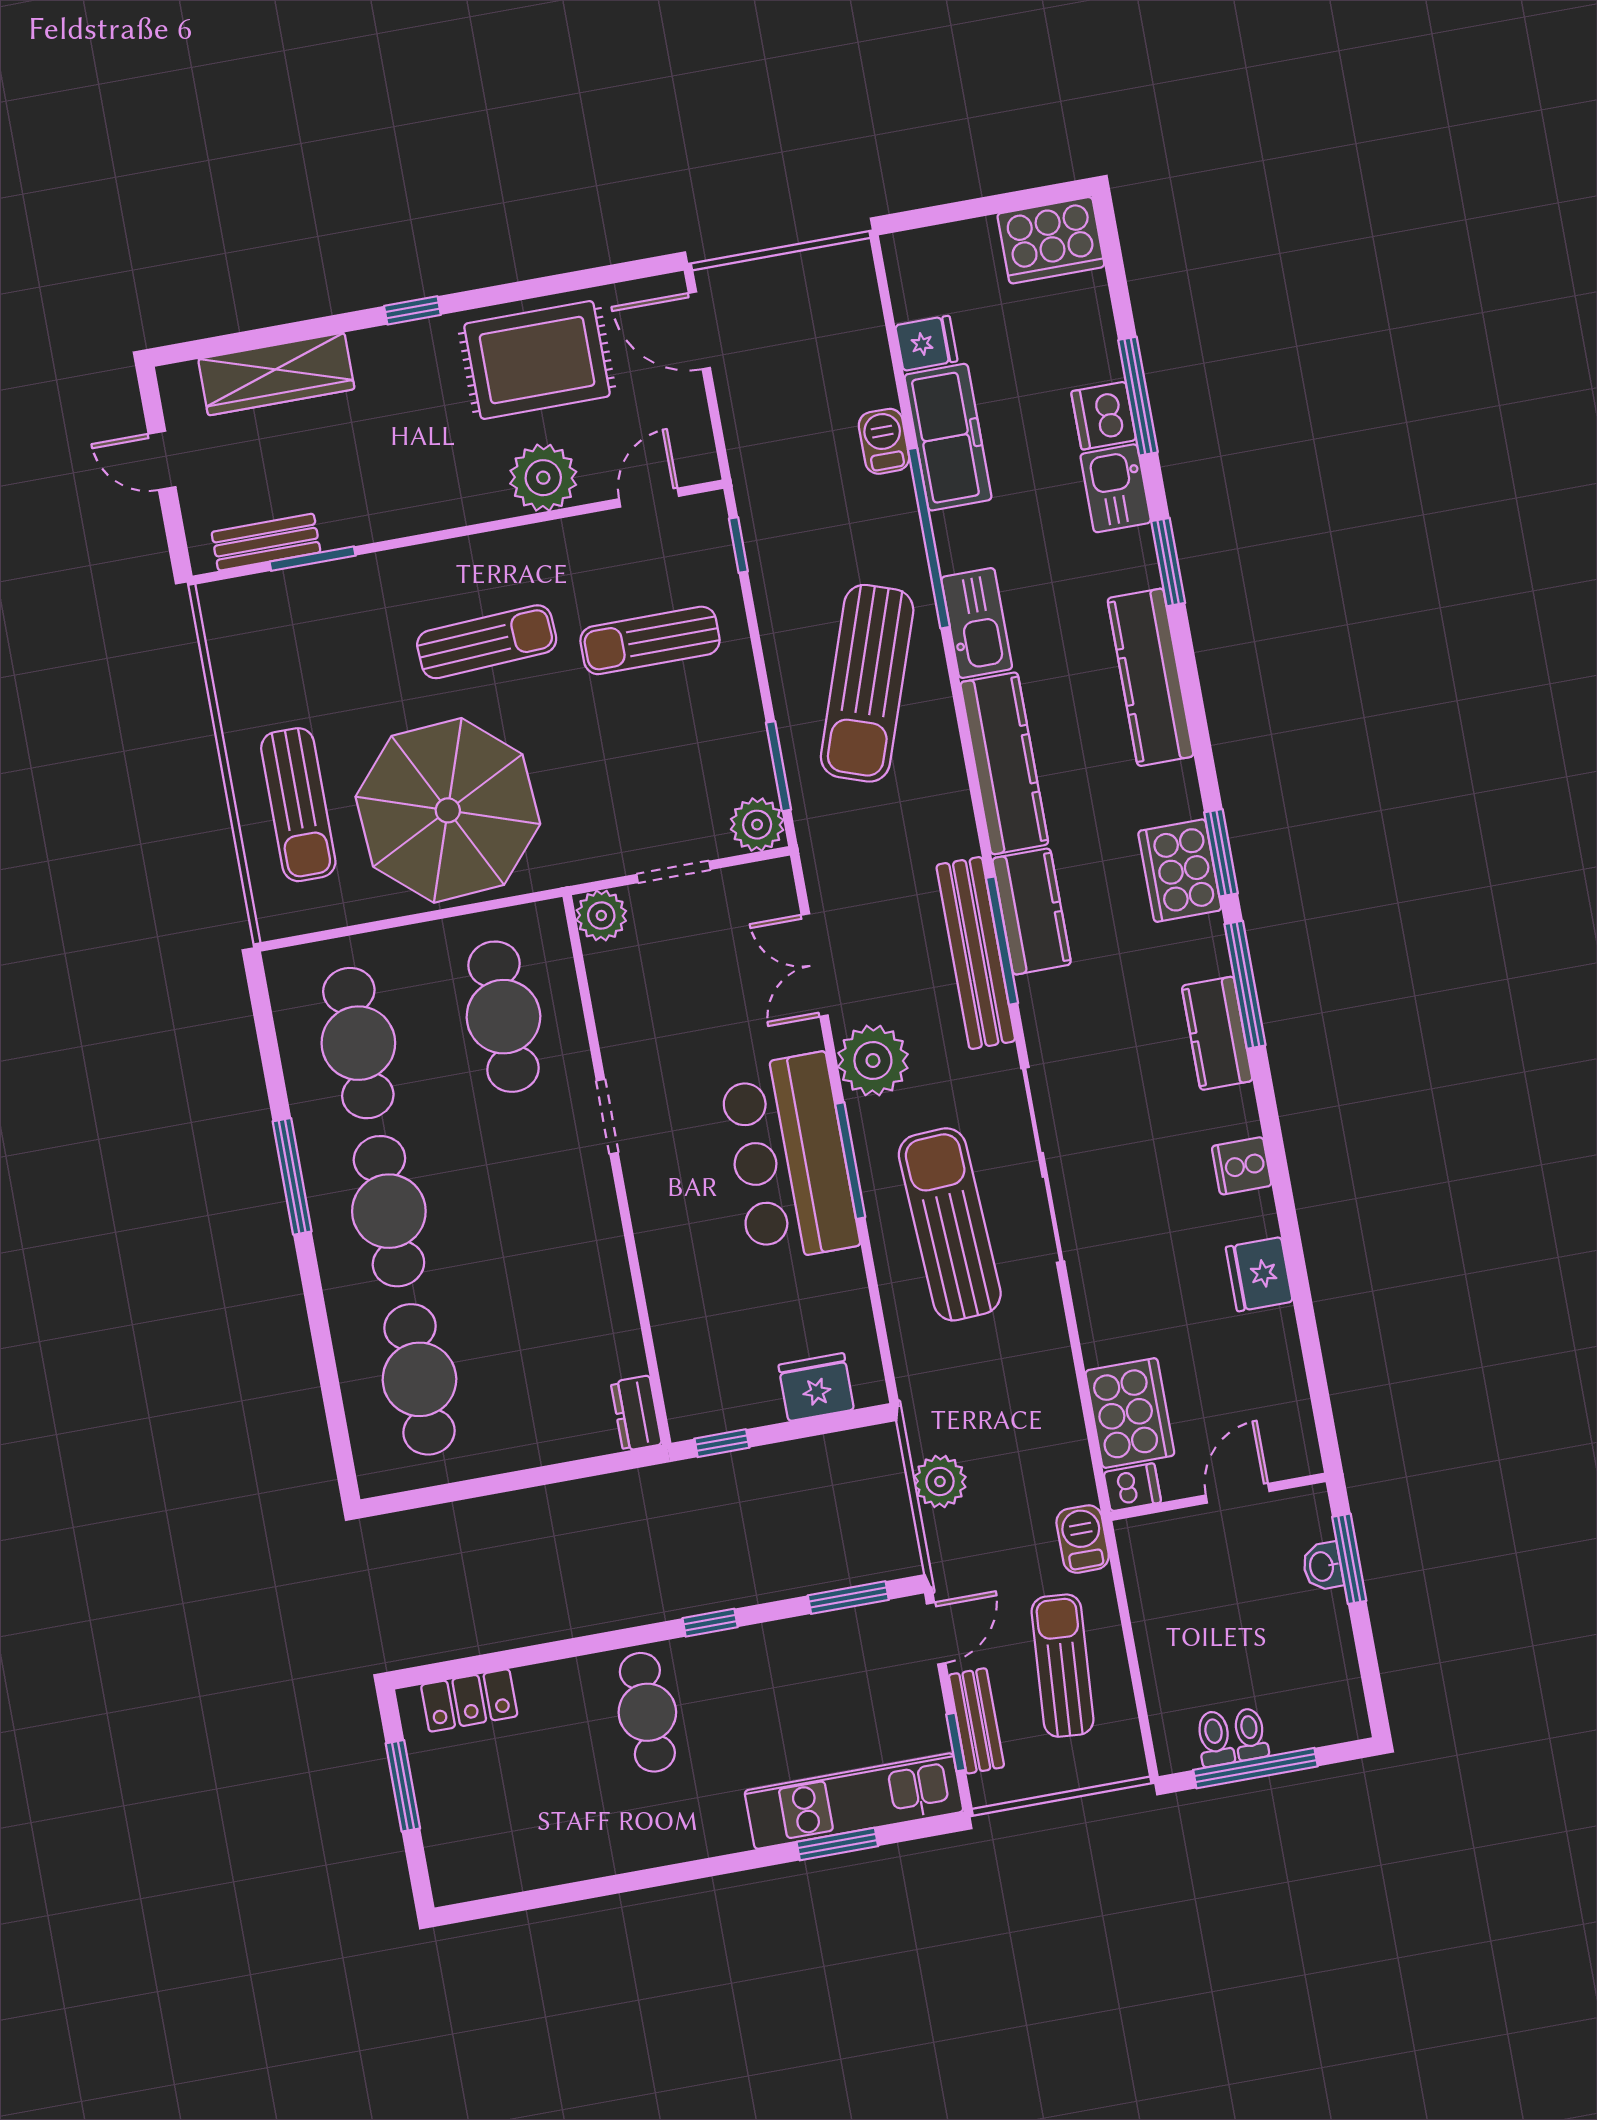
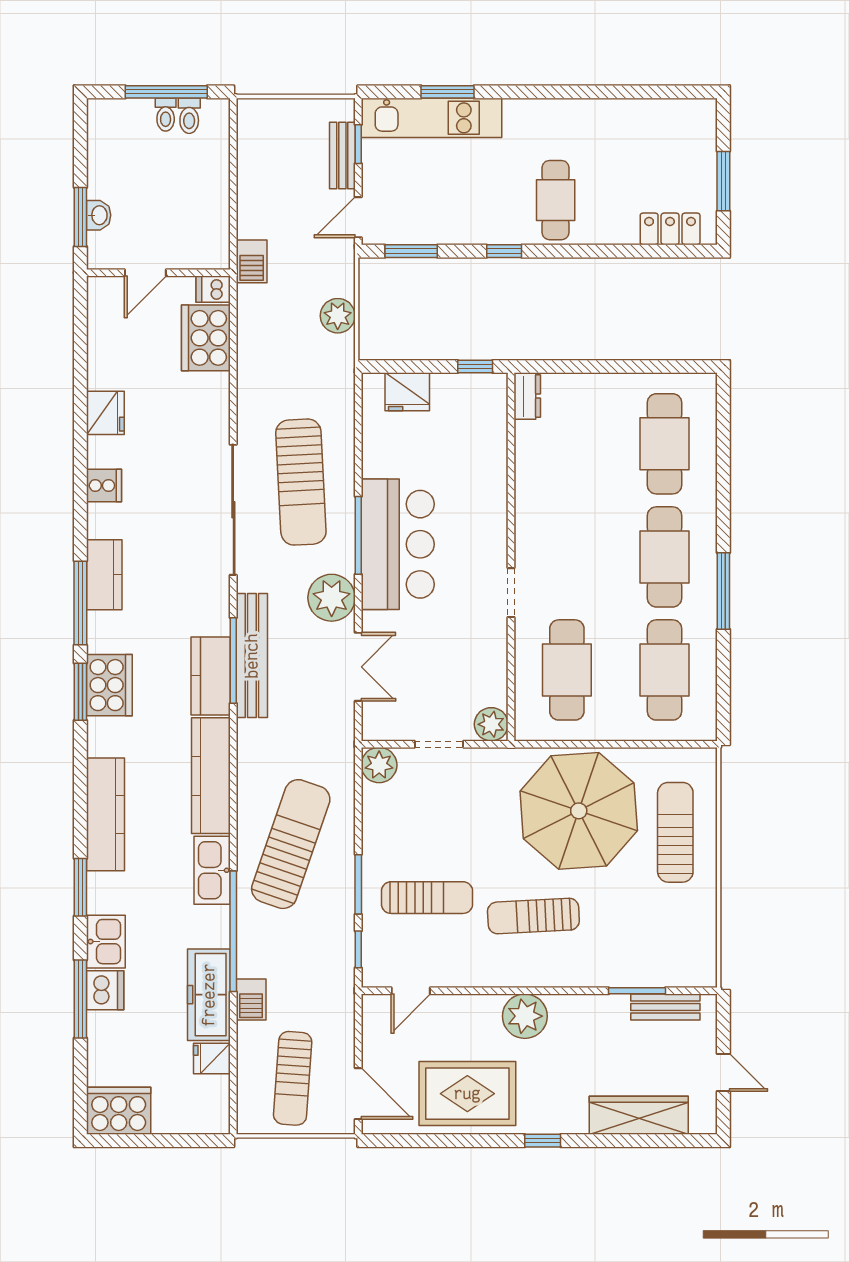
plant: (543, 478) -> (525, 1016), moved
window: (779, 766) -> (358, 884), moved
sun lounger: (1063, 1666) -> (293, 1078), moved

